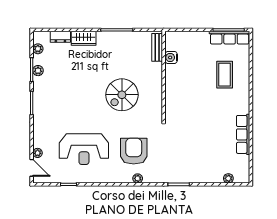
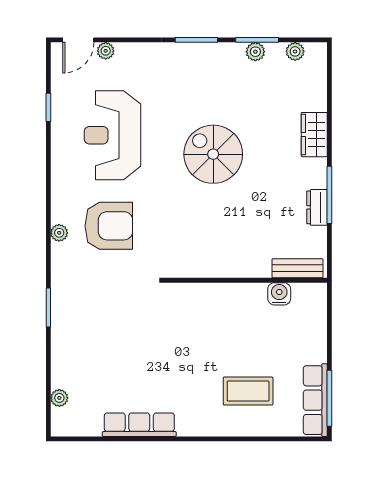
dresser: (60, 37) -> (317, 207), moved
spiral stairs: (122, 95) -> (213, 154), moved

